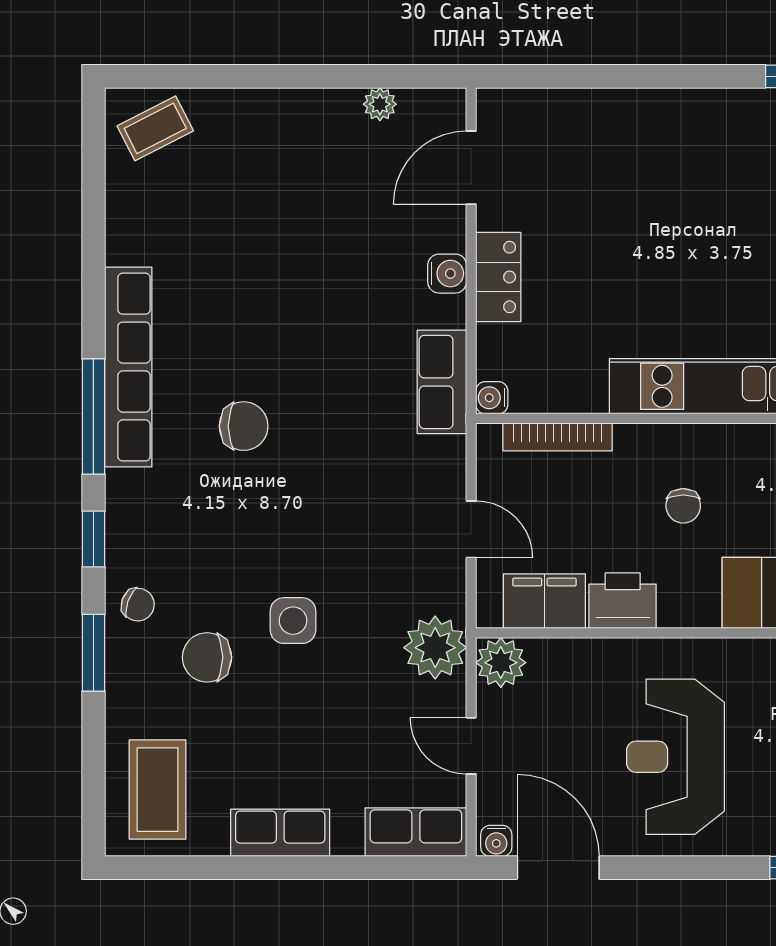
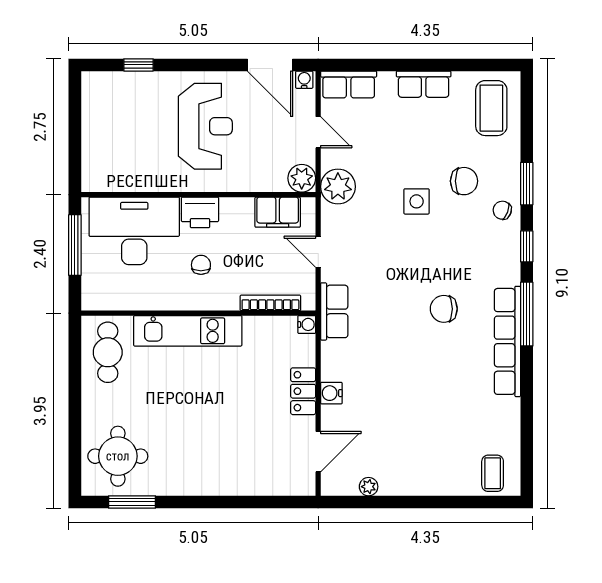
coffee table: (155, 128) -> (493, 473), turned -63
row of seats: (442, 382) -> (334, 311), moved
printer: (623, 601) -> (200, 212), moved

